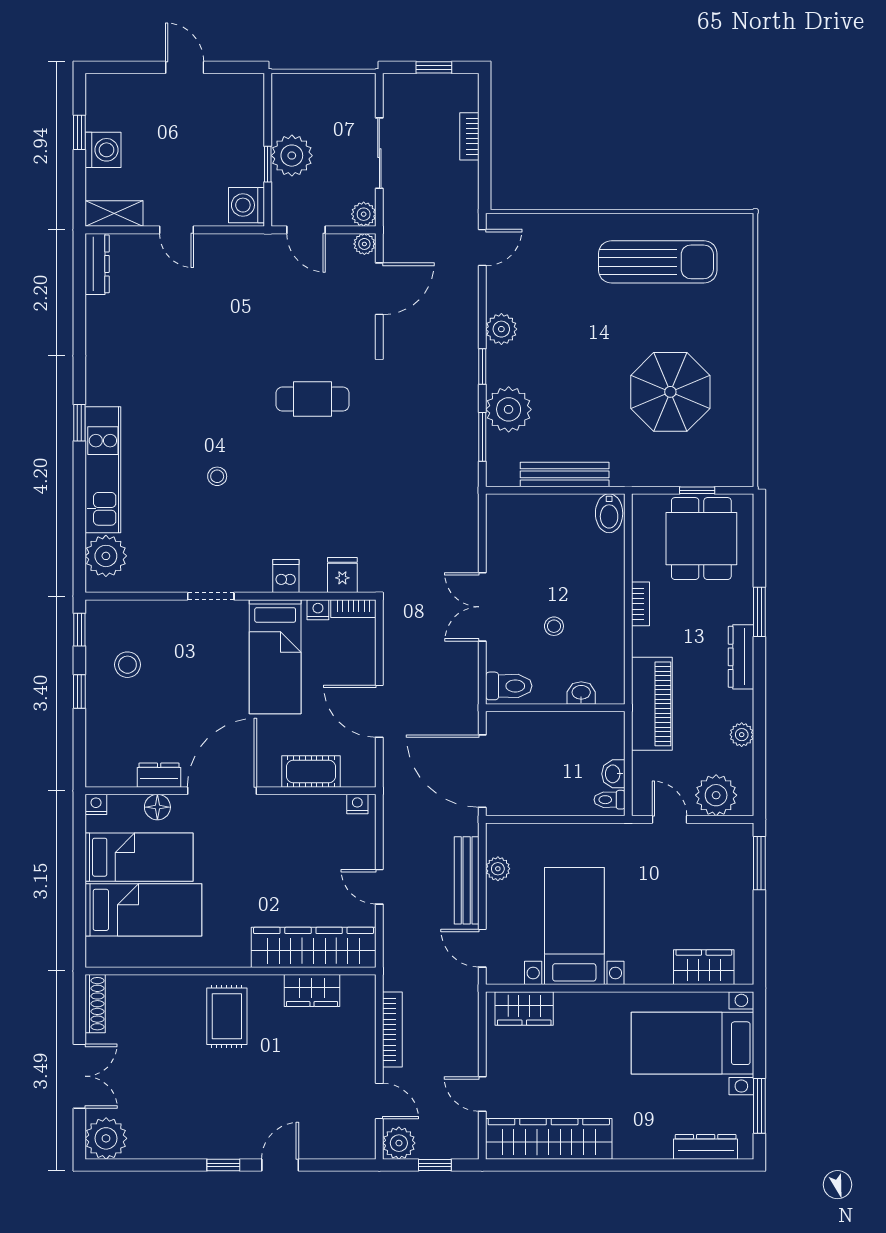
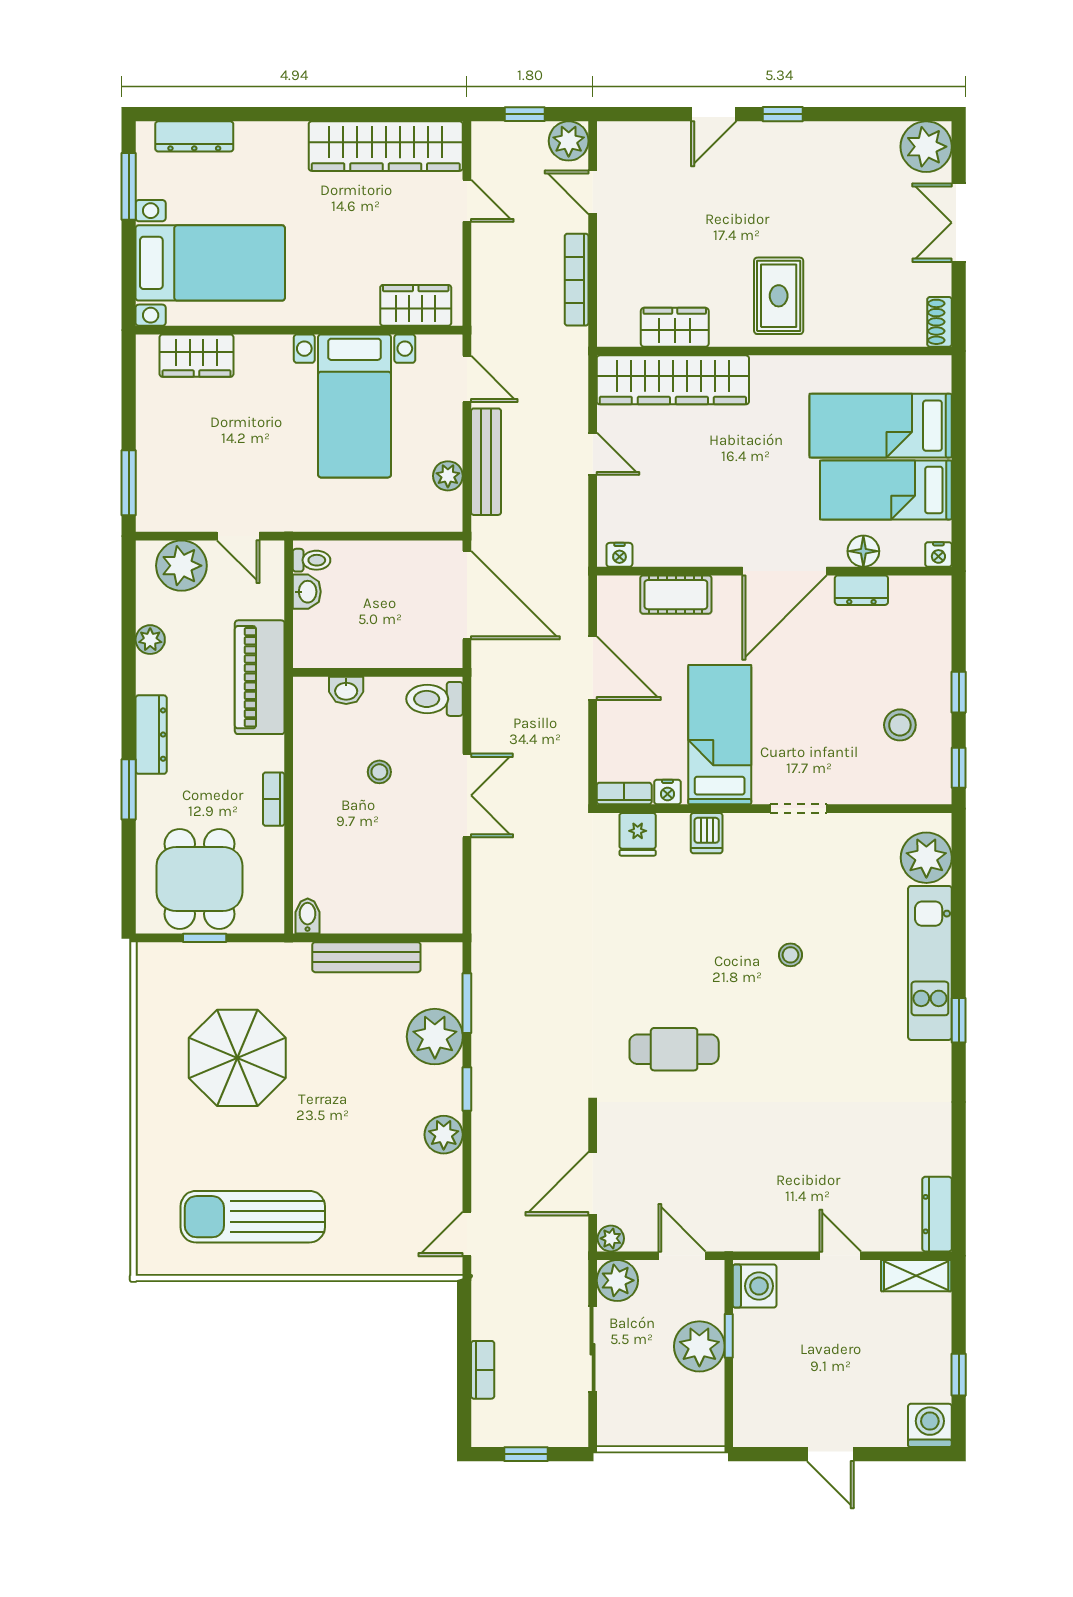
washing machine: (103, 150) -> (930, 1425), moved, turned 90
plant: (364, 214) -> (617, 1280), width x1.38, depth x1.38
bidet: (609, 513) -> (308, 916), width x0.72, depth x0.74
shoe rack: (95, 1004) -> (939, 322), width x0.70

